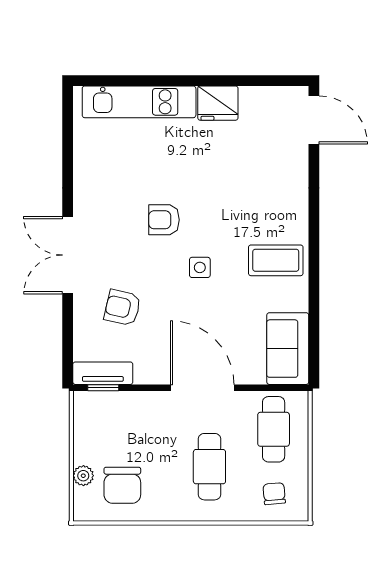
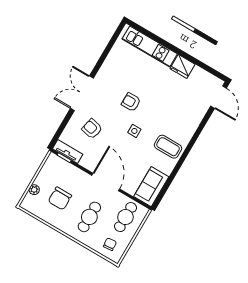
chair: (122, 485) -> (60, 198), moved

